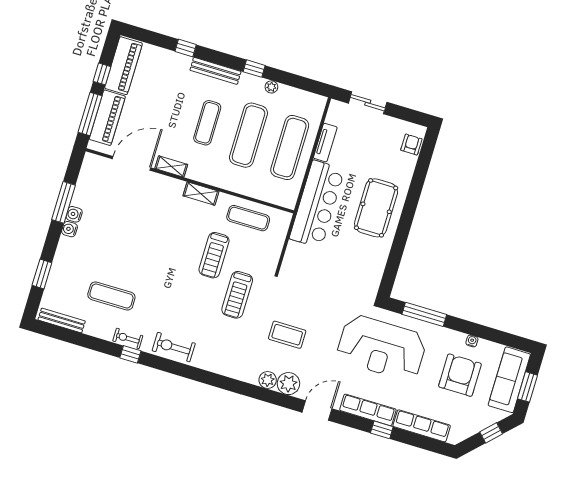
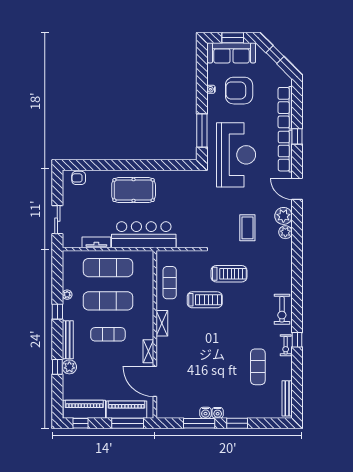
plant: (181, 63) -> (69, 367), added
window: (102, 74) -> (80, 423), moved
window: (42, 274) -> (237, 423), moved

